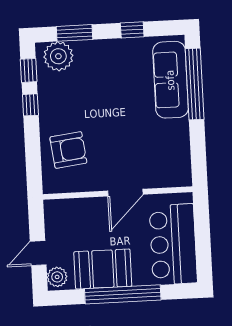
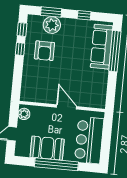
plant: (58, 56) -> (52, 25), moved
armchair: (68, 150) -> (44, 51), moved, turned 97
door: (125, 193) -> (66, 107), swing flipped
plant: (57, 277) -> (24, 114), moved

